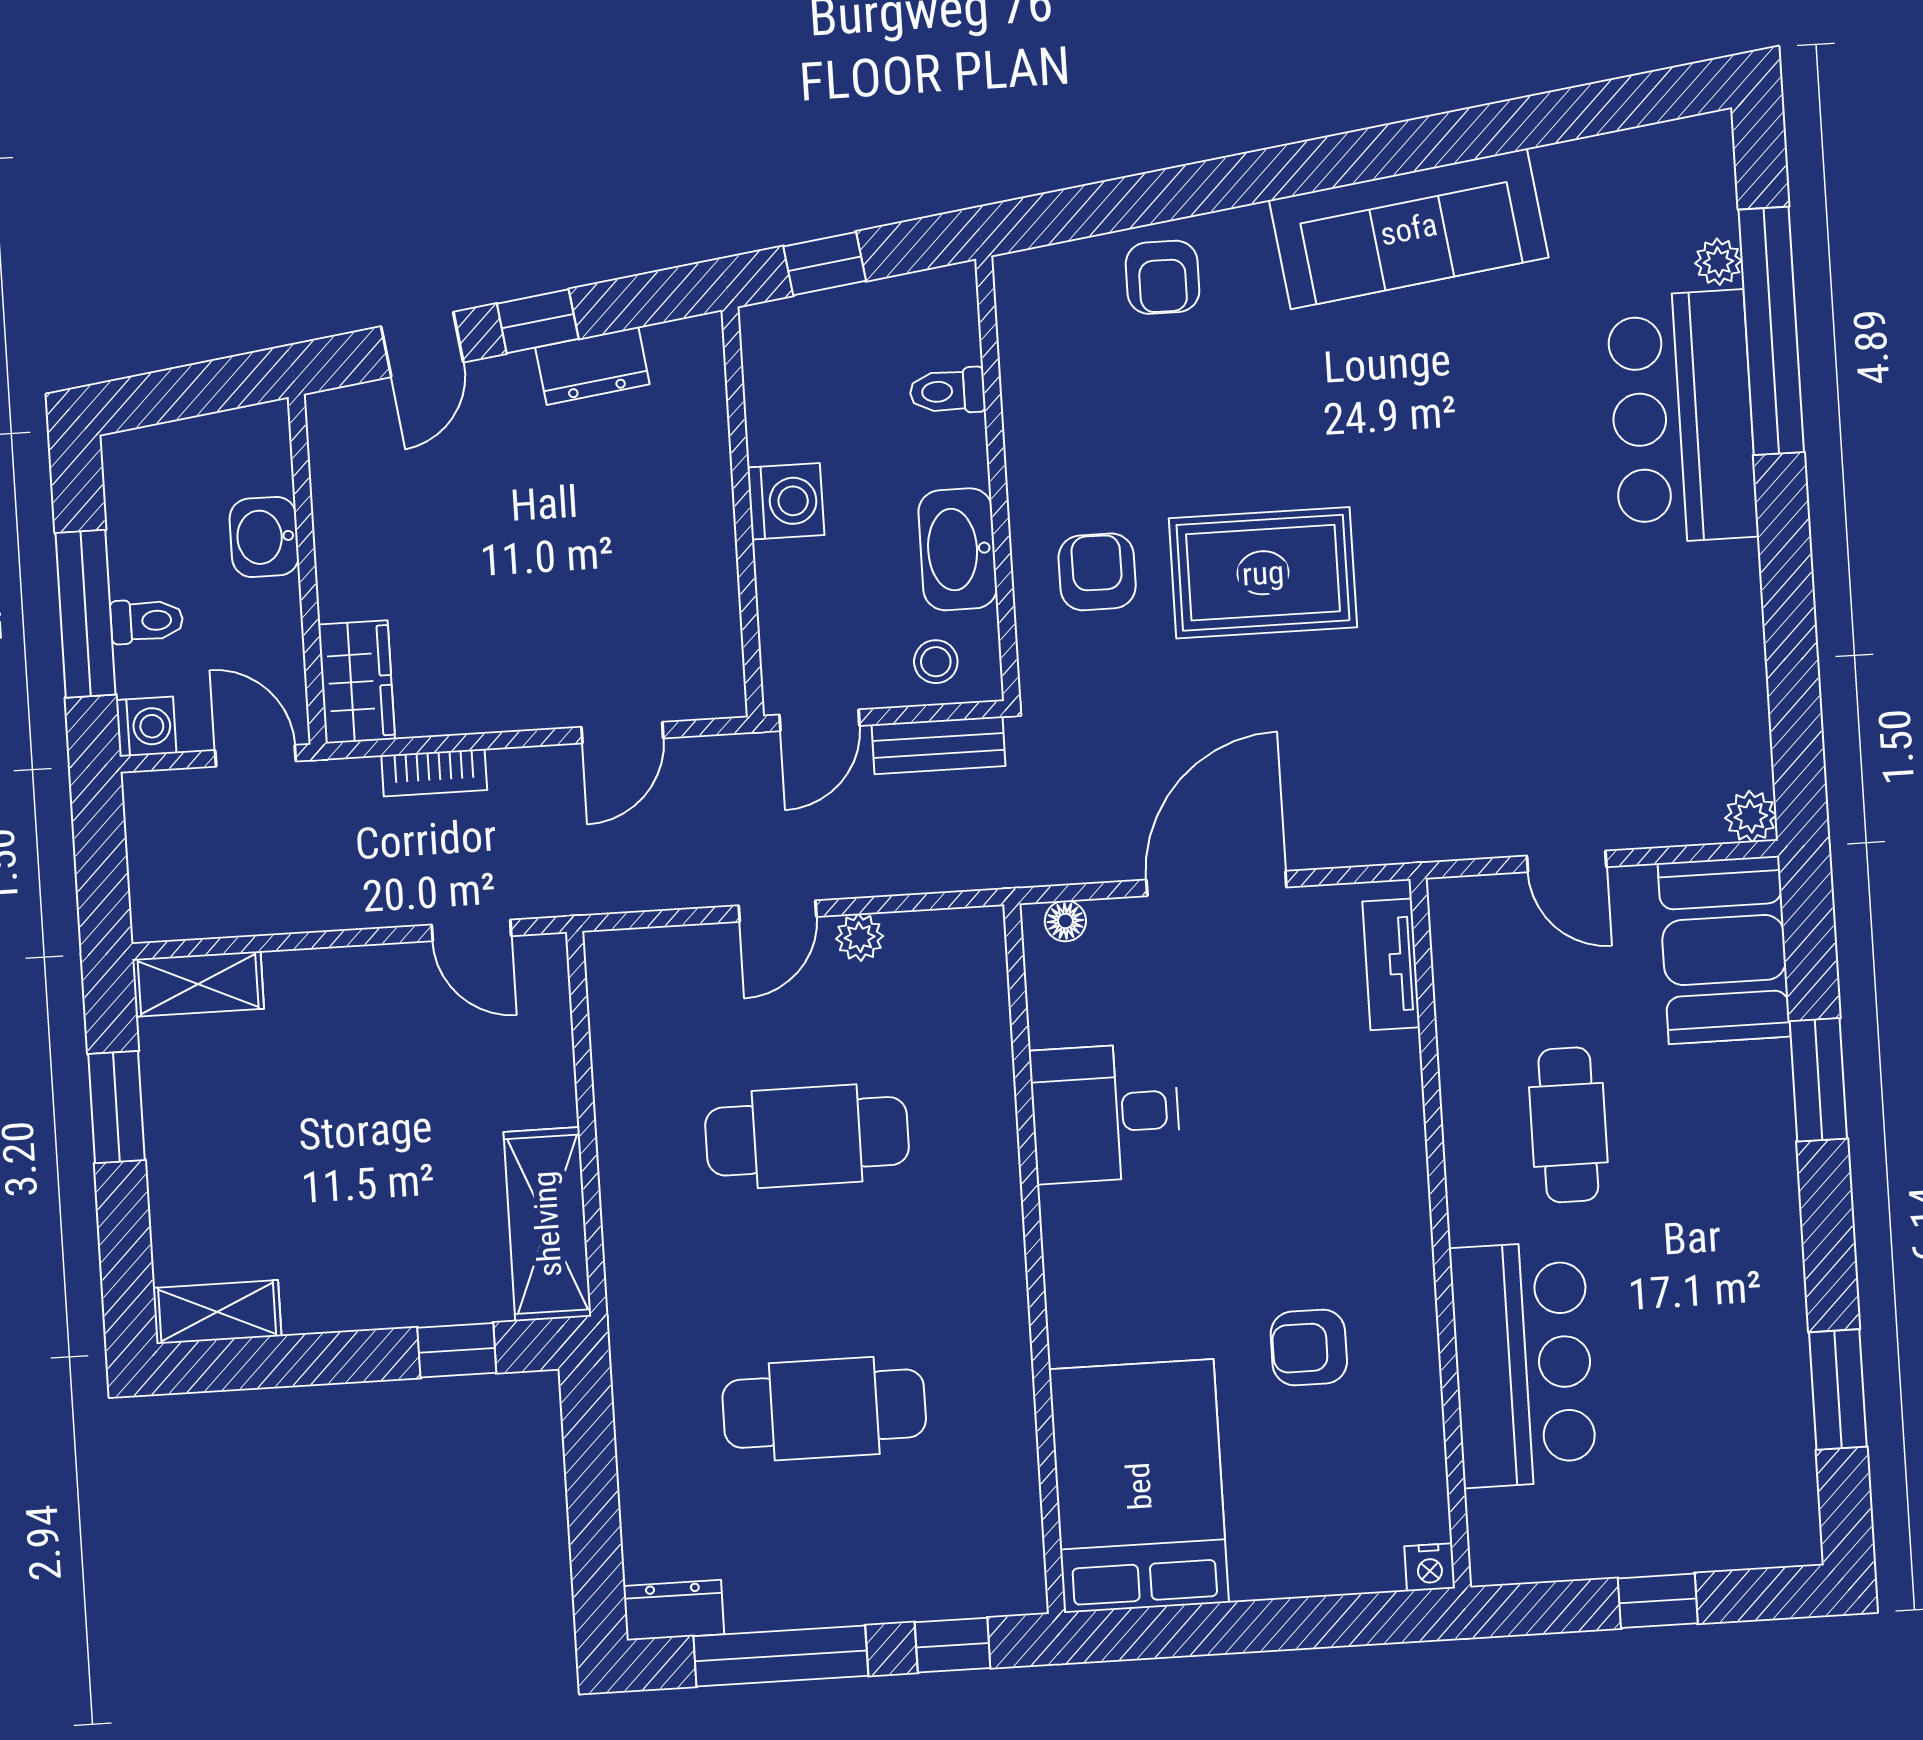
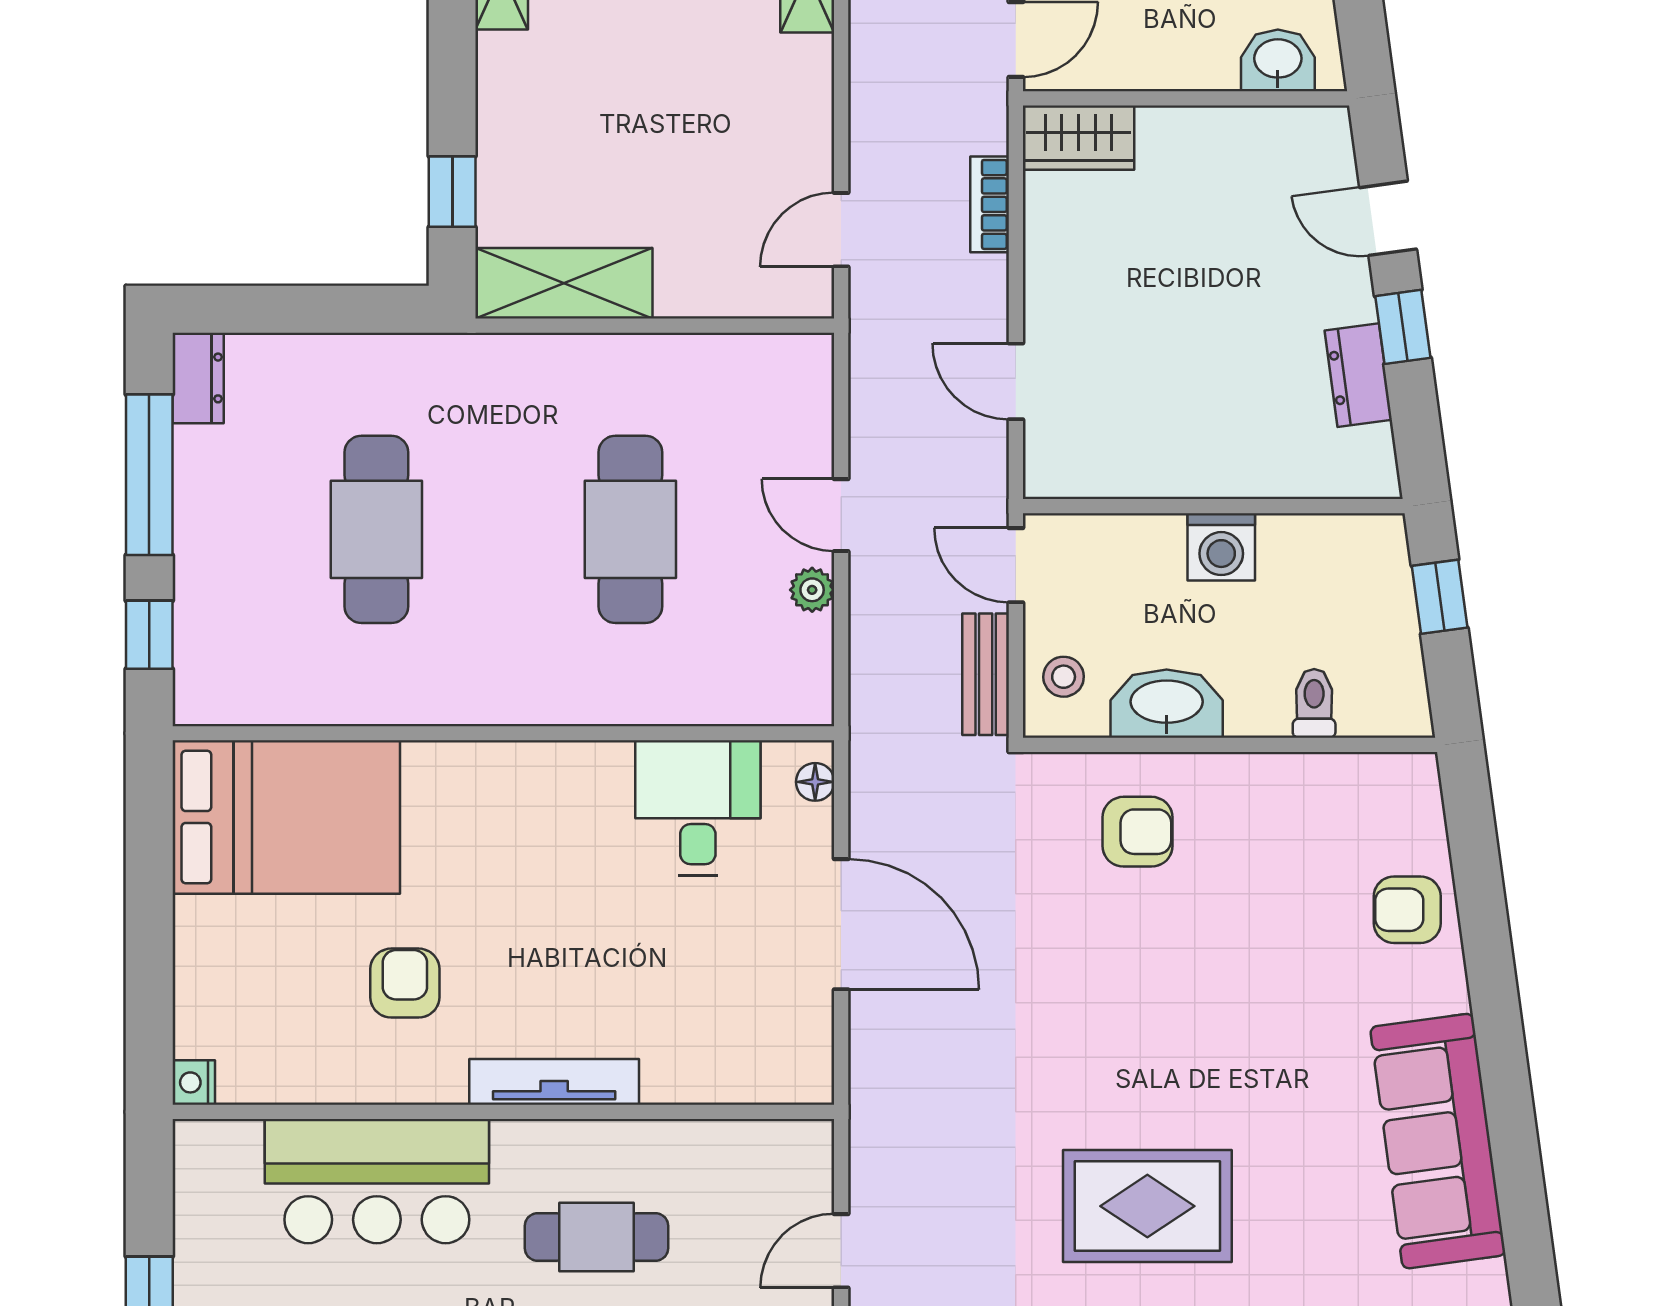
washbasin: (264, 537) -> (1278, 60), moved
rug: (1263, 573) -> (1147, 1206), moved, turned 90
tv unit: (1391, 964) -> (554, 1082), moved, width x1.41
desk: (1105, 1113) -> (698, 808), moved

